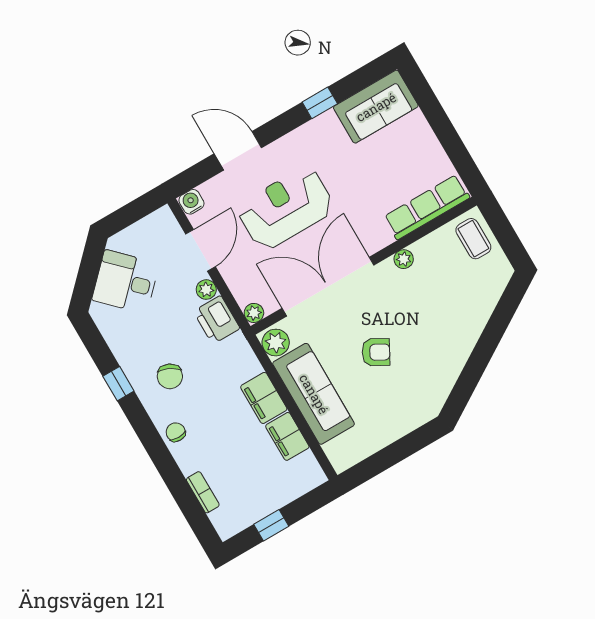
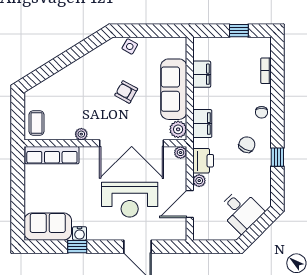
water cooler: (191, 202) -> (80, 233), moved
filing cabinet: (264, 398) -> (202, 124), moved
side table: (407, 417) -> (130, 46), added

